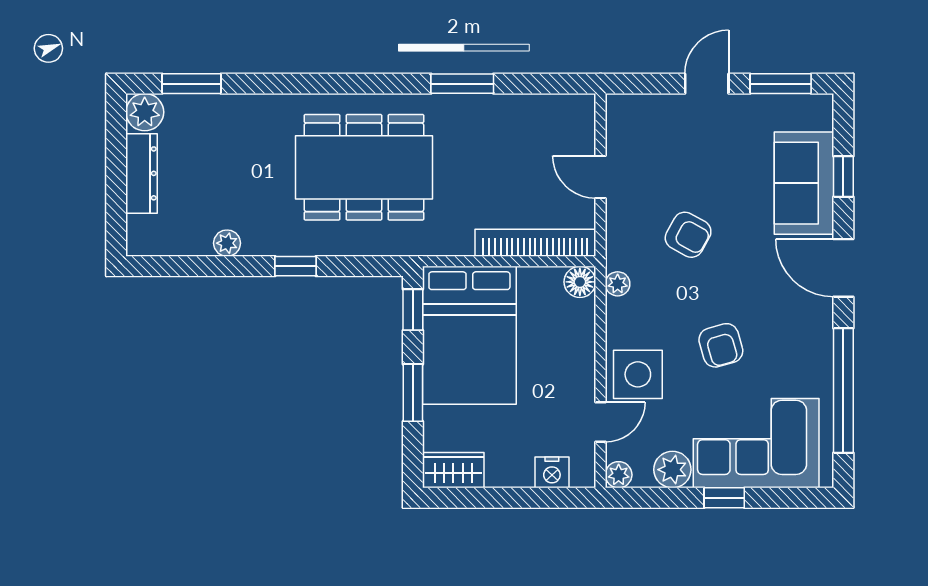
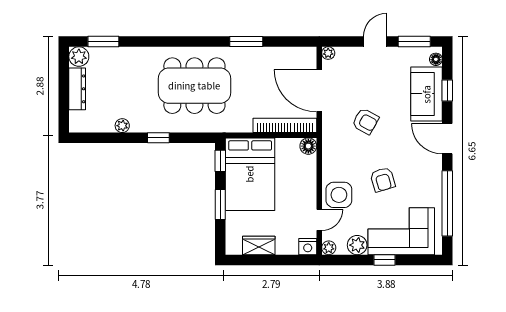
floor lamp: (822, 117) -> (436, 59), added
door: (600, 177) -> (319, 91), width x1.88
plant: (618, 284) -> (328, 53), moved
wardrobe: (453, 470) -> (259, 245), moved
nightstand: (552, 472) -> (308, 247), moved

